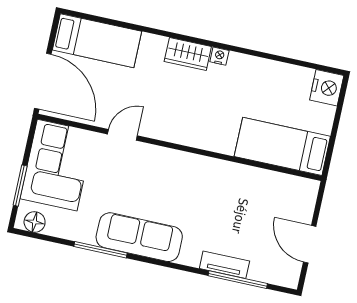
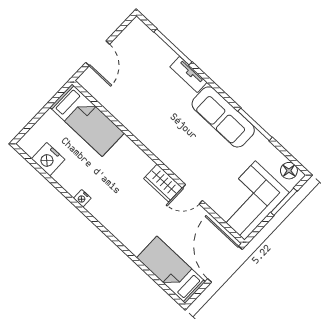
wardrobe: (188, 54) -> (163, 183), moved, turned 180
nightstand: (219, 56) -> (82, 198), moved
nightstand: (327, 88) -> (48, 159), moved, turned -90
door: (310, 244) -> (98, 53), moved
tv unit: (224, 265) -> (188, 74), moved

